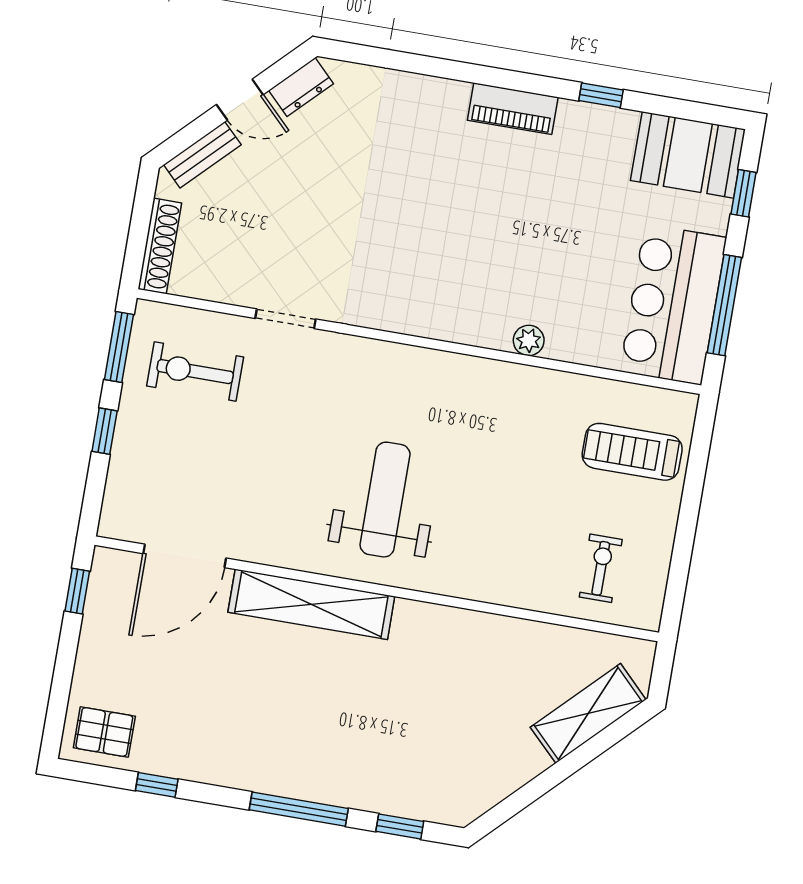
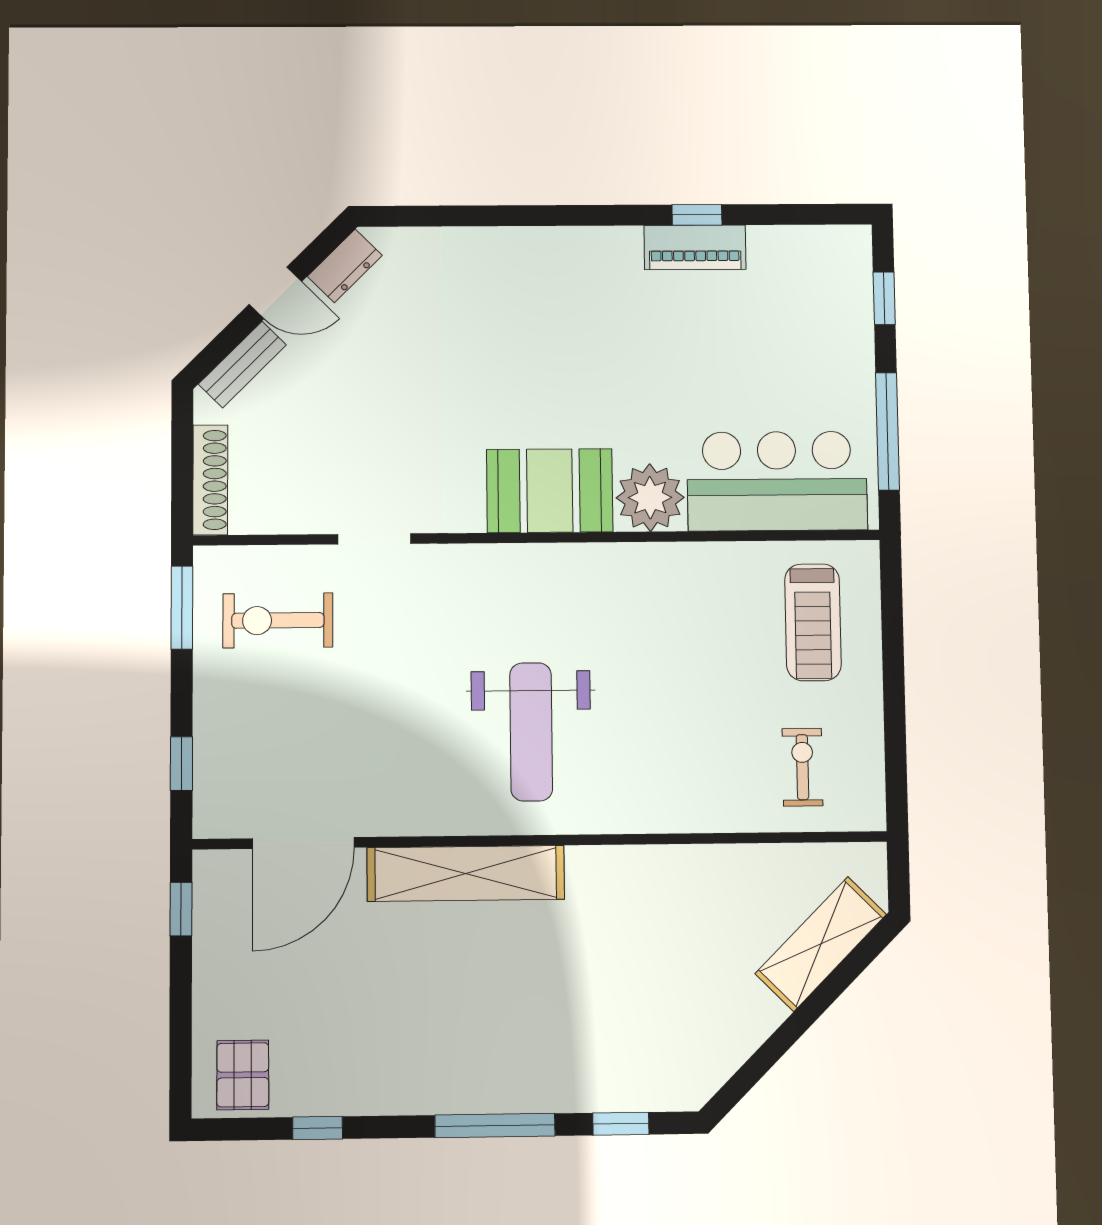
piano: (513, 109) -> (695, 247), moved
booth: (688, 155) -> (550, 491), moved
bar counter: (673, 304) -> (777, 481), moved, turned 90
plant: (529, 340) -> (650, 498), width x1.88, depth x1.88
window: (105, 431) -> (181, 764), moved
treadmill: (632, 452) -> (813, 622), turned -90
weight bench: (385, 500) -> (531, 732), turned 180
pallet: (104, 732) -> (243, 1075), turned 90

